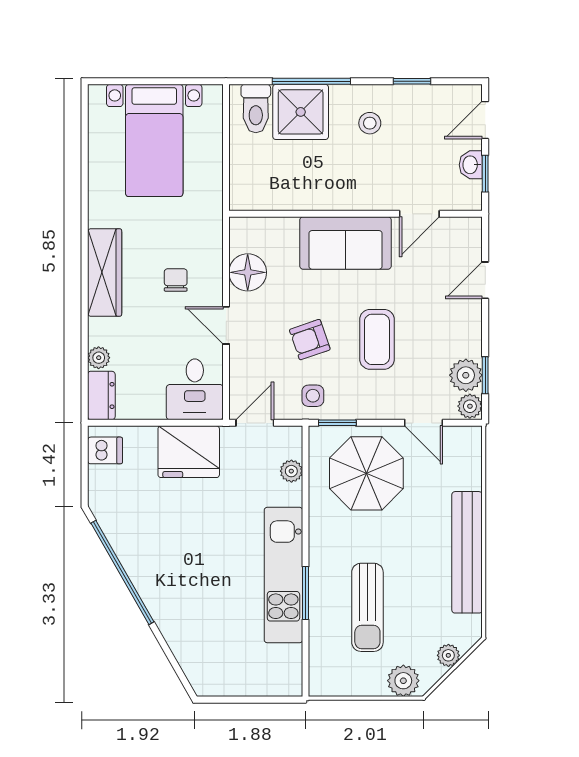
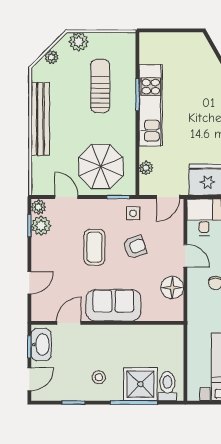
washbasin: (471, 165) -> (41, 345), width x1.91, depth x1.45

